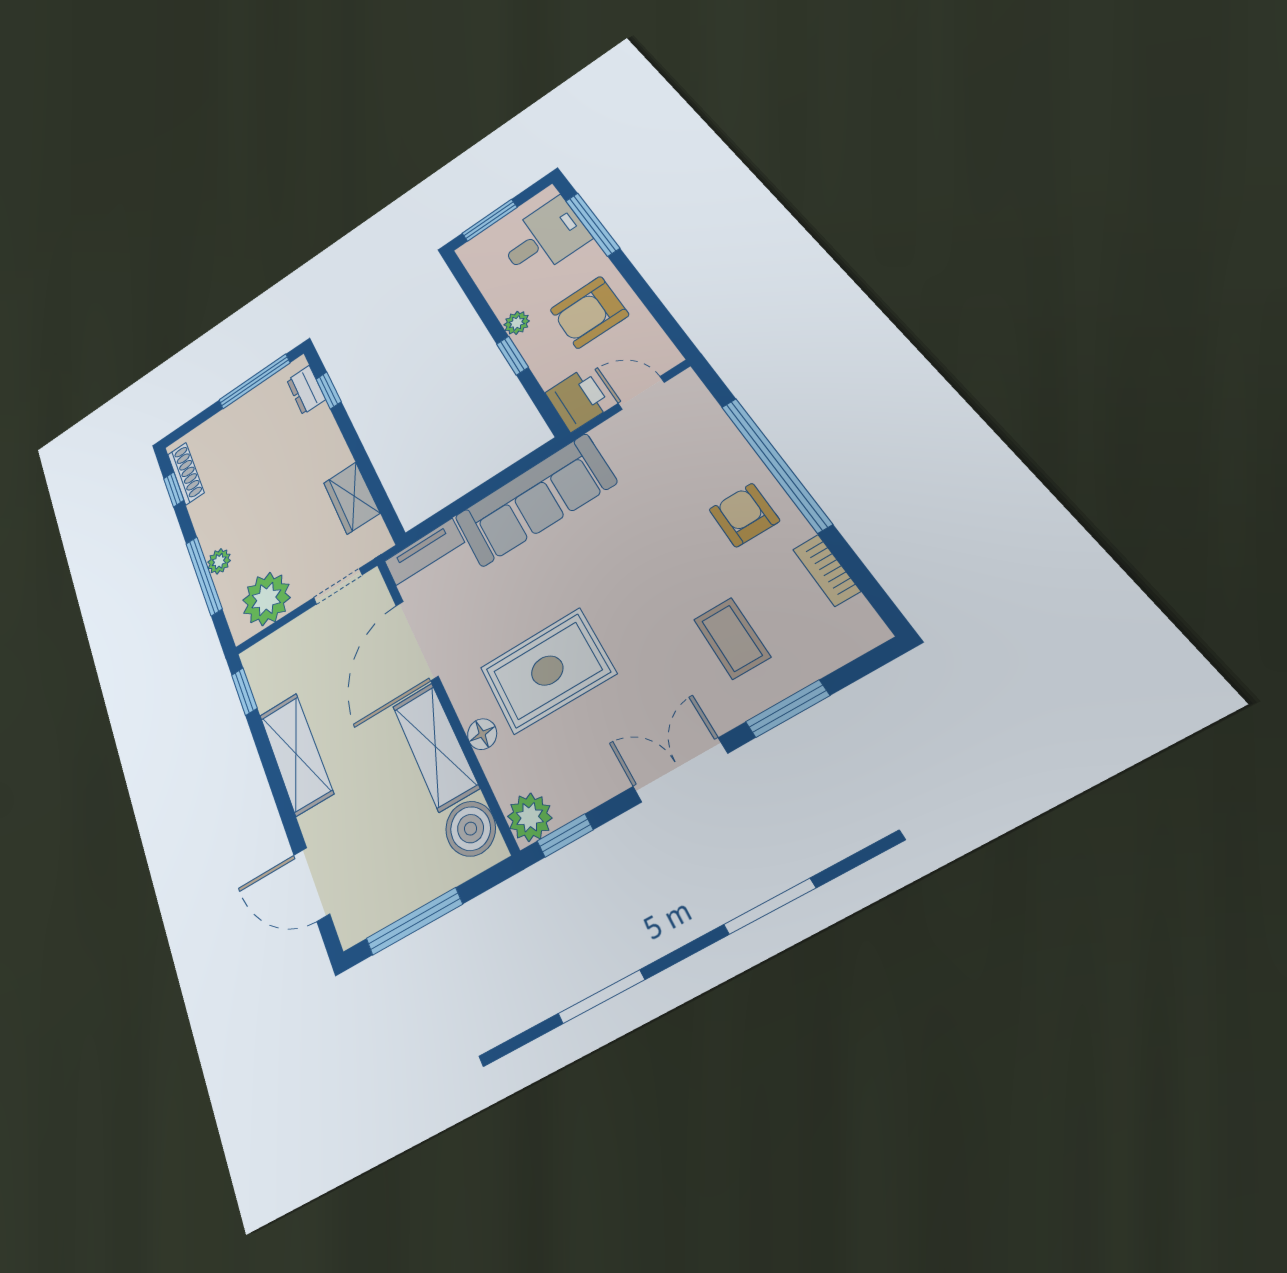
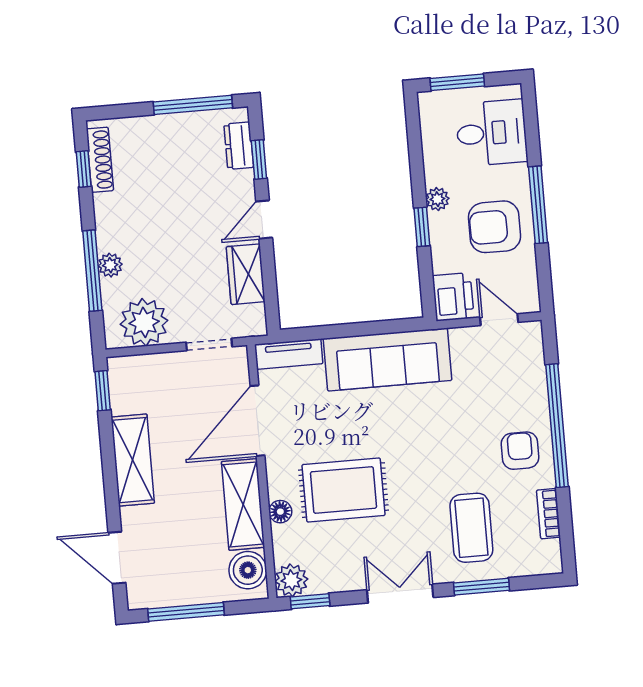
window: (592, 224) -> (538, 205), moved
door: (352, 438) -> (264, 220), added
coffee table: (732, 638) -> (471, 528), width x1.36, depth x1.30

